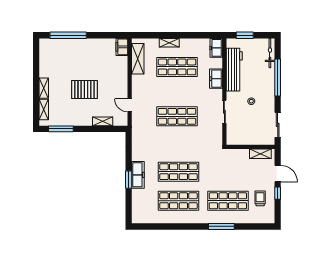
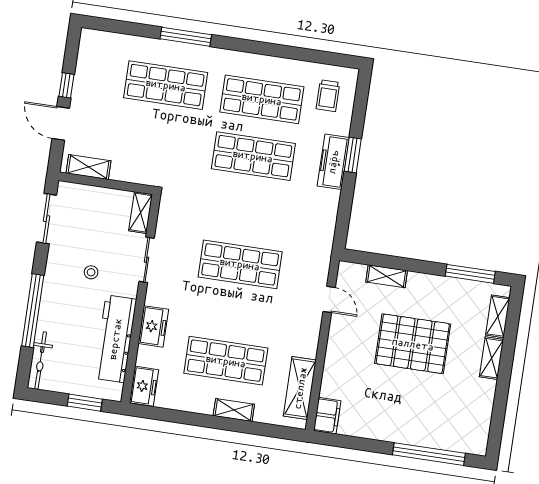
pallet: (84, 89) -> (413, 344), width x1.37, depth x1.41
shelving: (231, 135) -> (141, 213), added
trolley: (260, 198) -> (328, 96), moved

